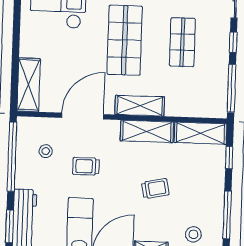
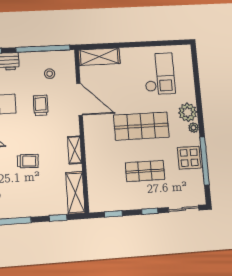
window: (232, 88) -> (113, 214), width x0.46
shelving: (140, 106) -> (92, 143), removed
shelving: (147, 131) -> (75, 150), width x0.67, depth x0.75
trolley: (155, 189) -> (28, 161), turned -76

